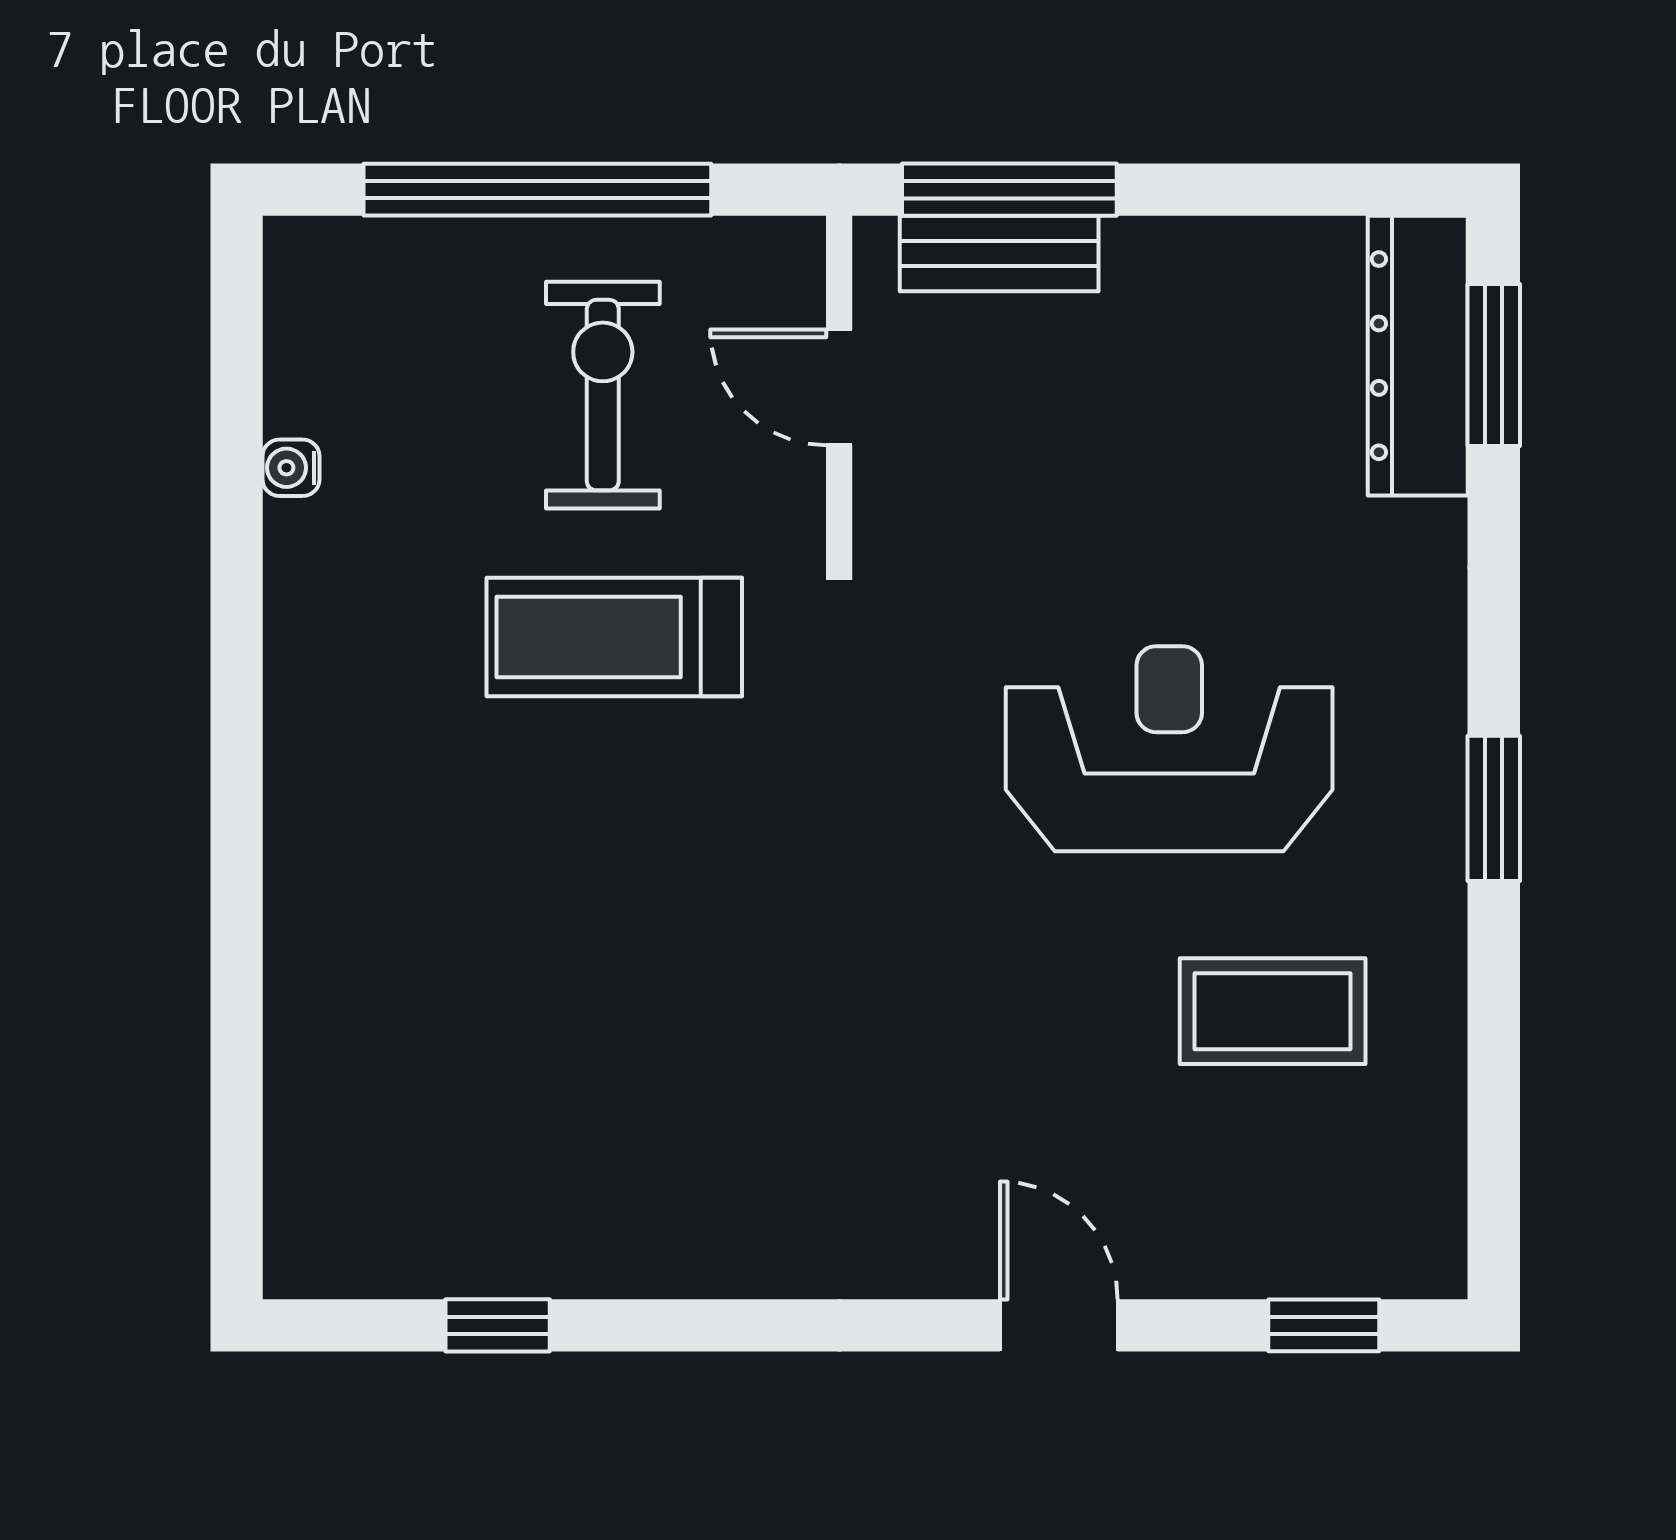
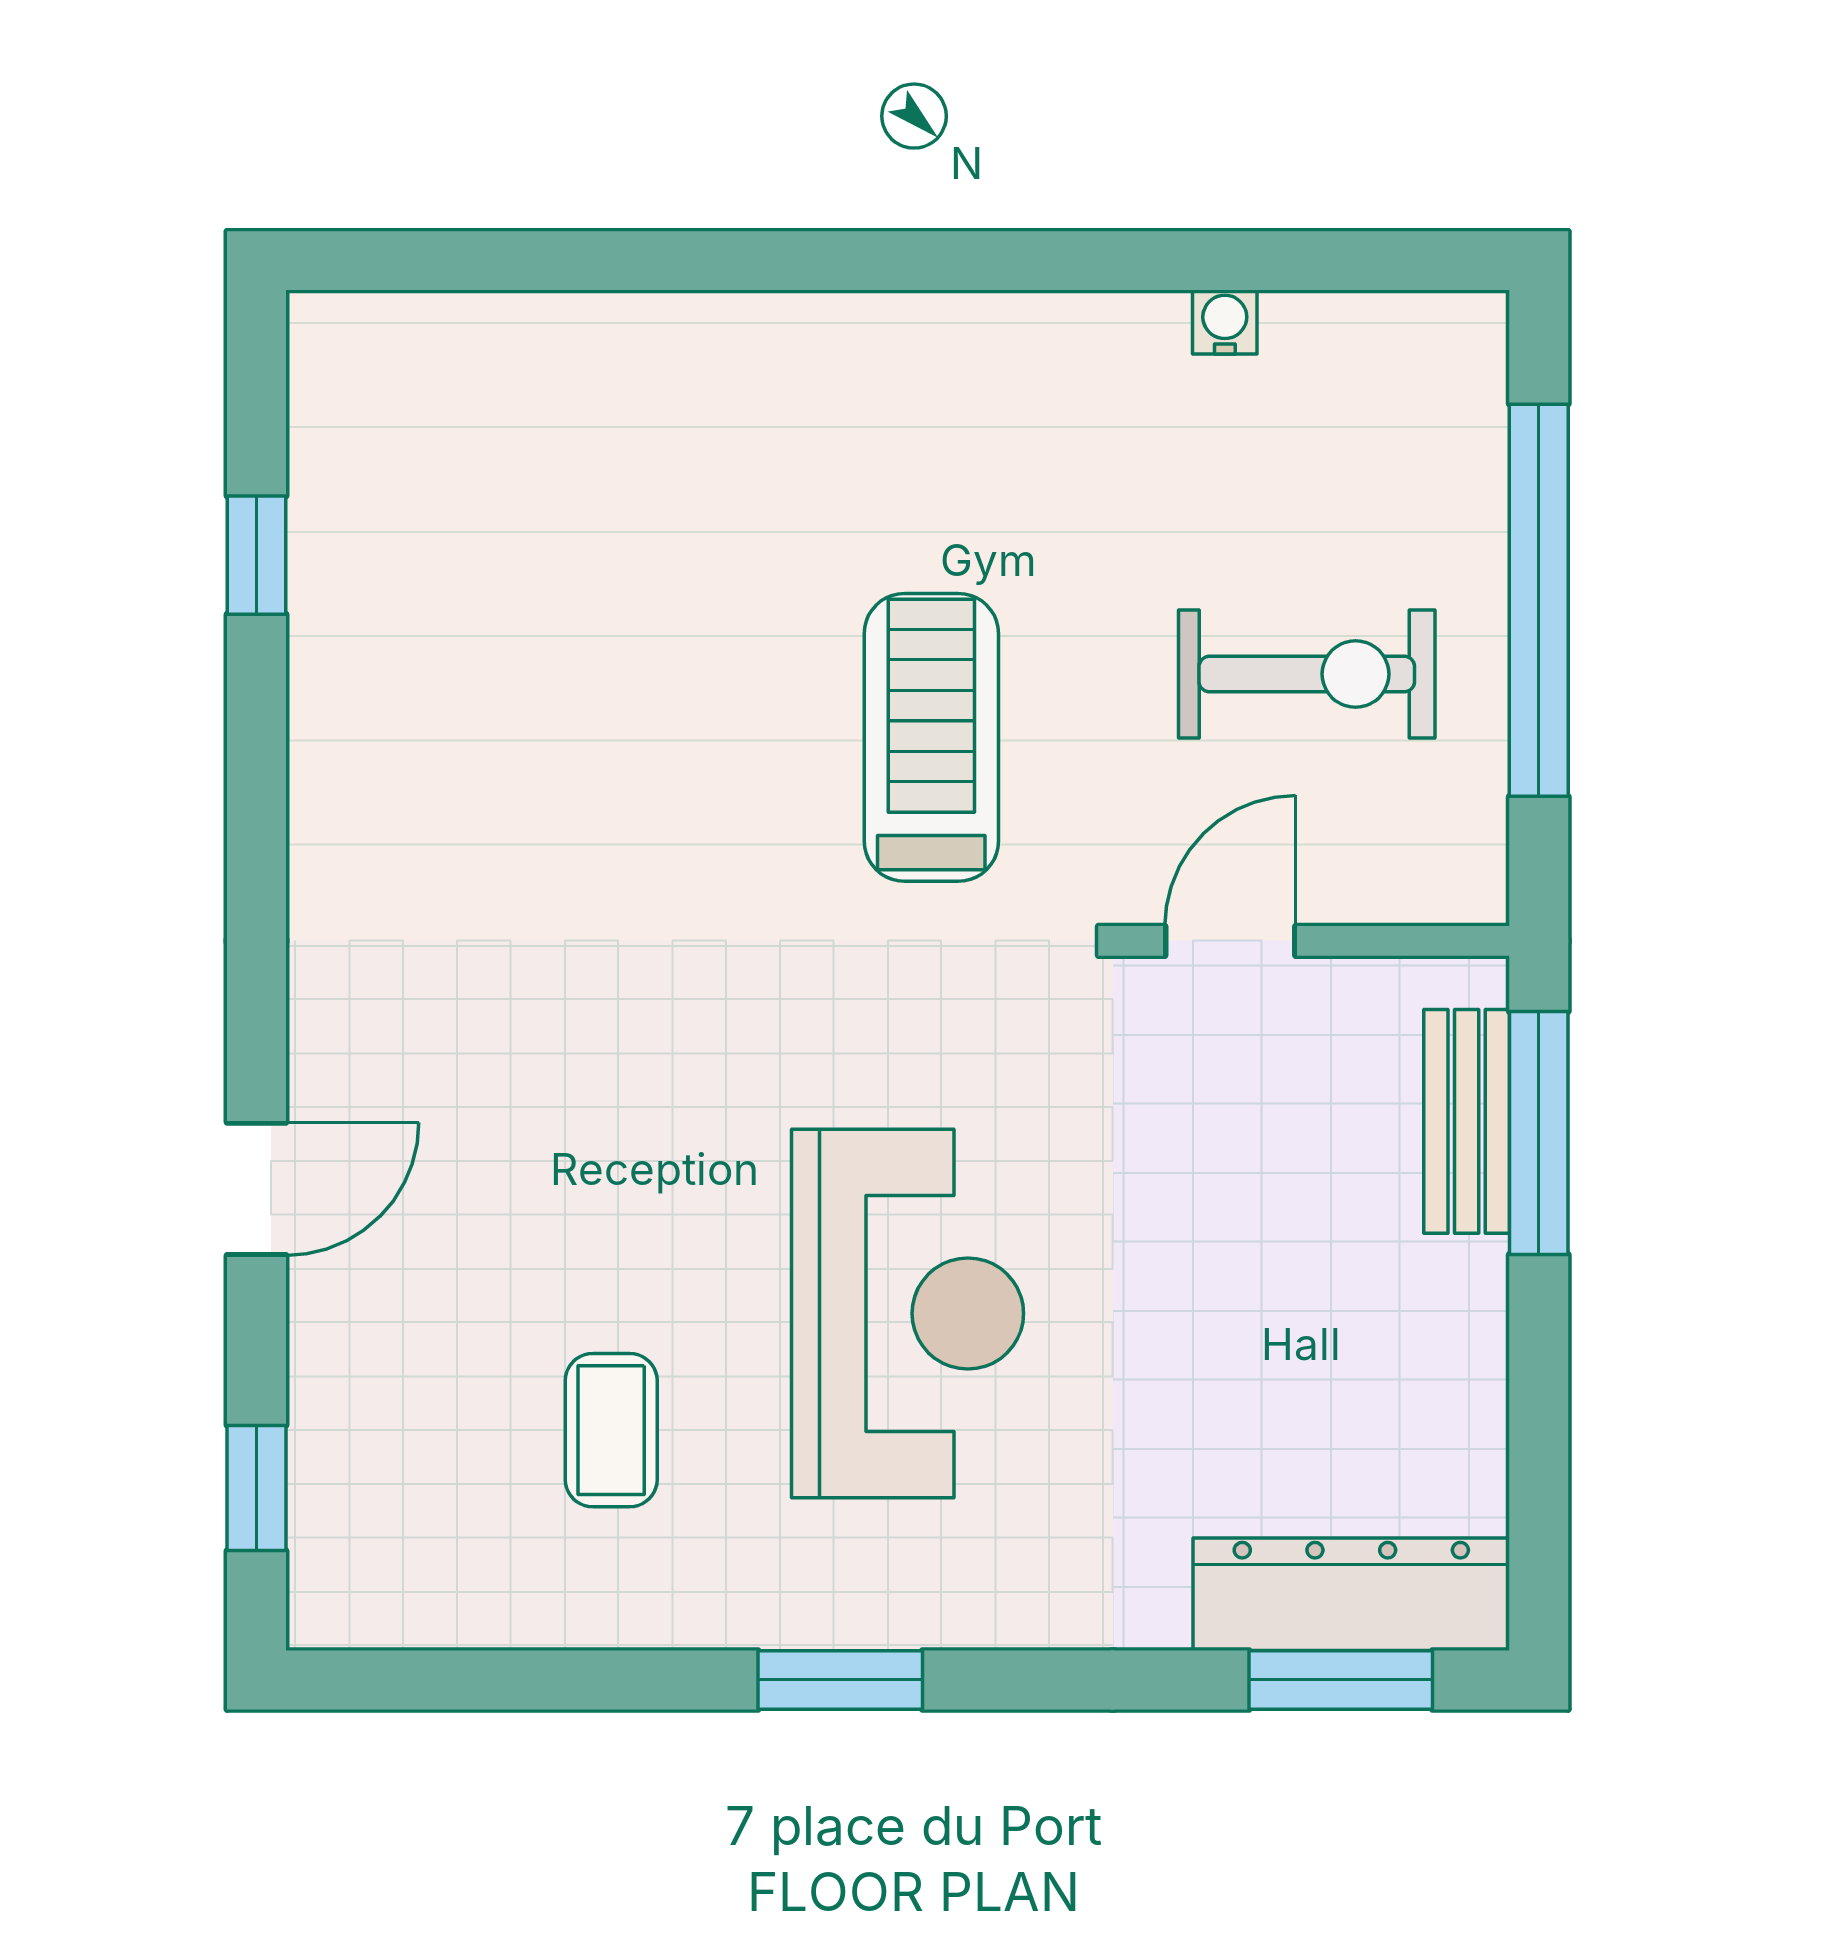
door: (839, 387) -> (1230, 941), moved
treadmill: (614, 637) -> (931, 737), moved
coffee table: (1273, 1011) -> (611, 1430), width x0.73, depth x0.77

